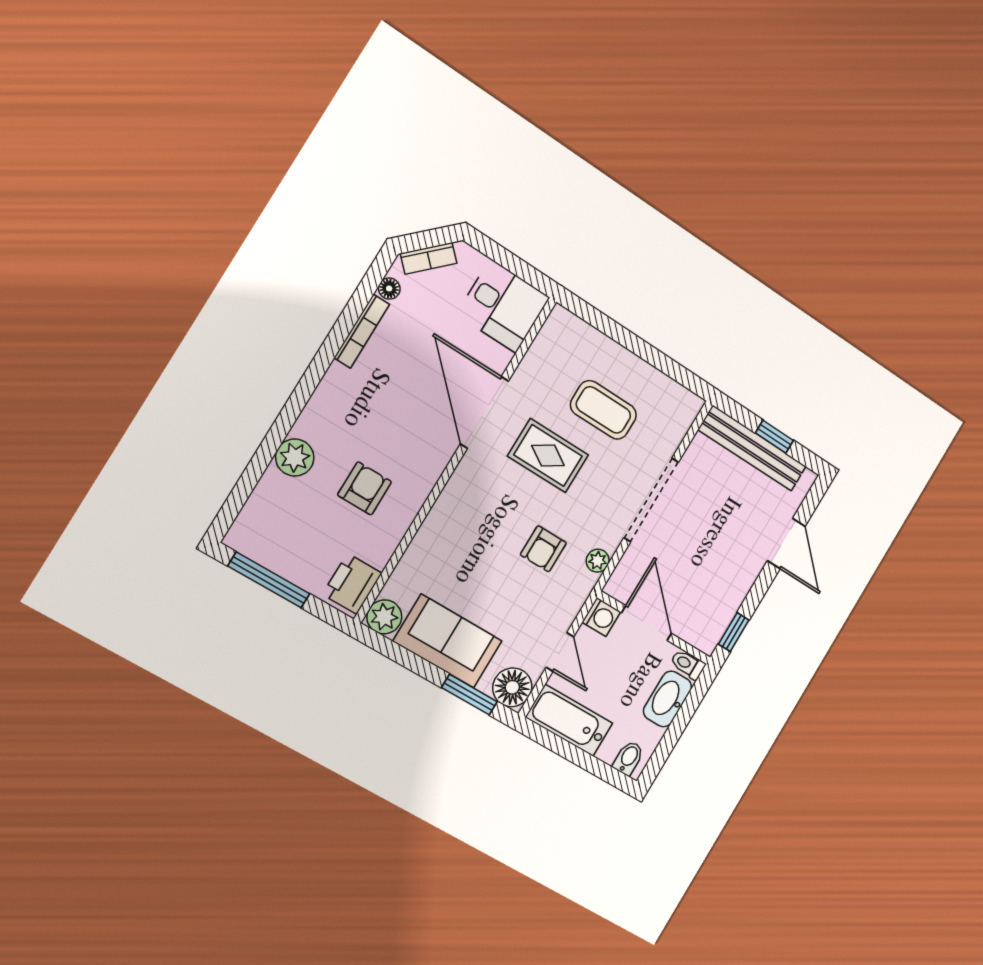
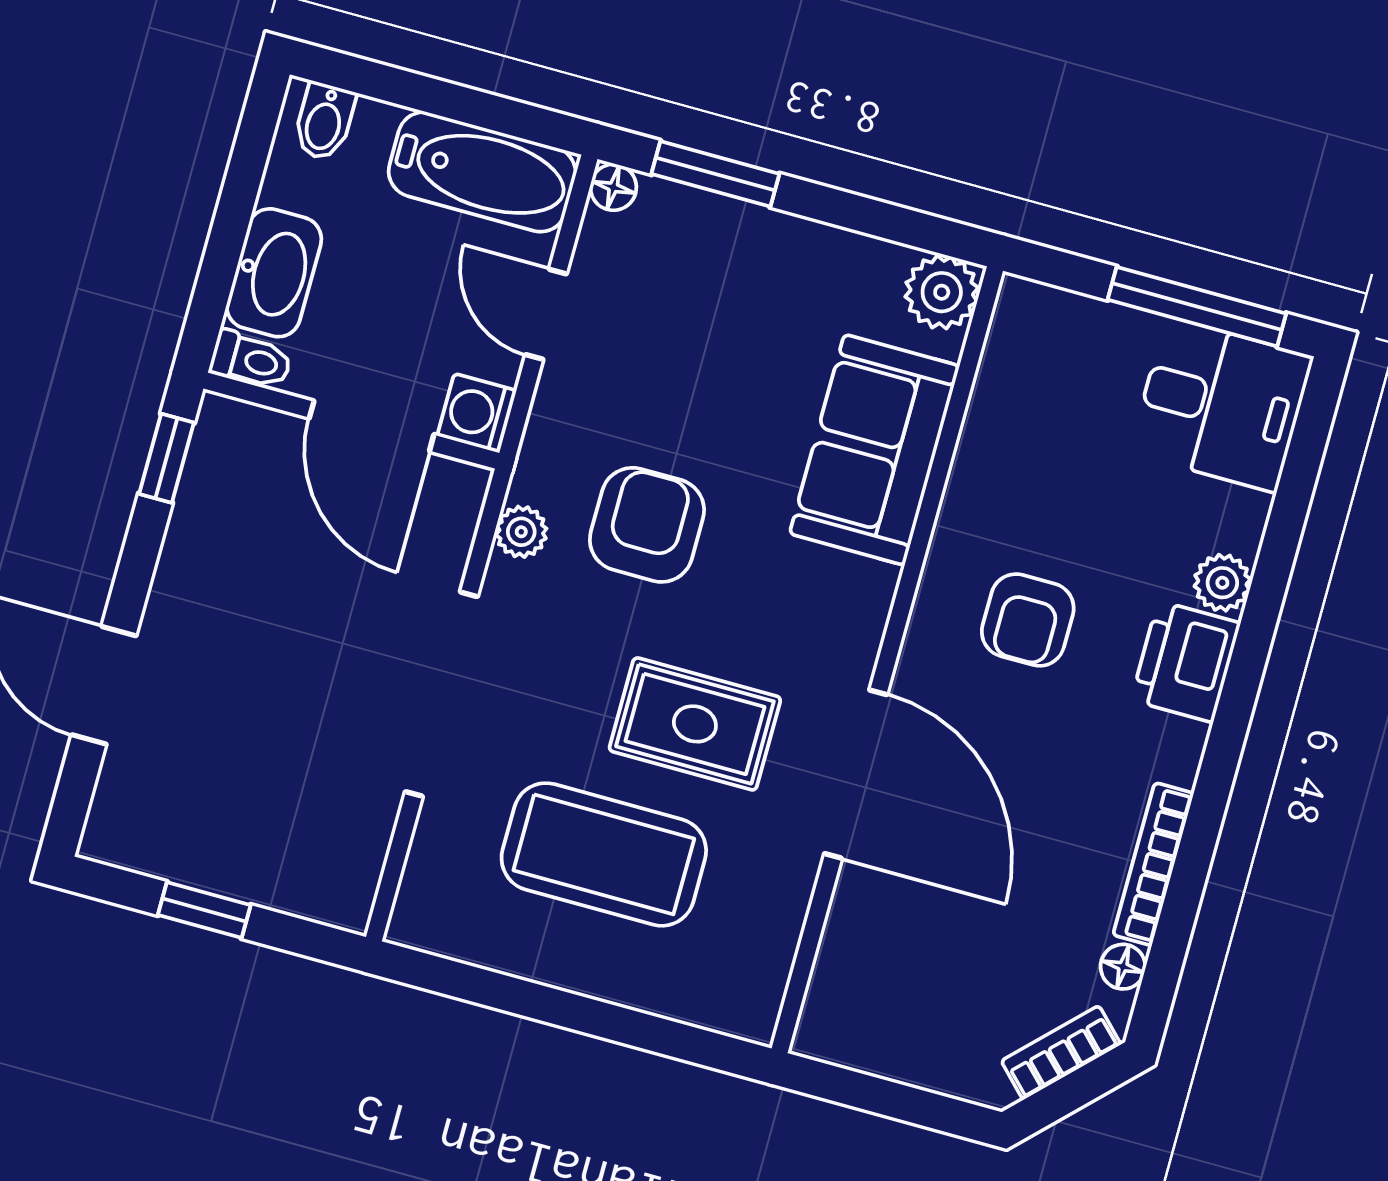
desk: (503, 306) -> (1221, 405), moved, turned 180
coffee table: (603, 410) -> (604, 854), width x1.36, depth x1.32
bench: (752, 448) -> (247, 870), removed
plant: (295, 458) -> (1222, 583), width x0.73, depth x0.73
armchair: (365, 488) -> (1028, 620), moved
armchair: (543, 549) -> (647, 525), width x1.38, depth x1.38
printer: (352, 584) -> (1186, 662), moved, turned 180
sofa: (448, 641) -> (874, 450), moved, turned 90
floor lamp: (512, 687) -> (613, 187), width x0.53, depth x0.53

